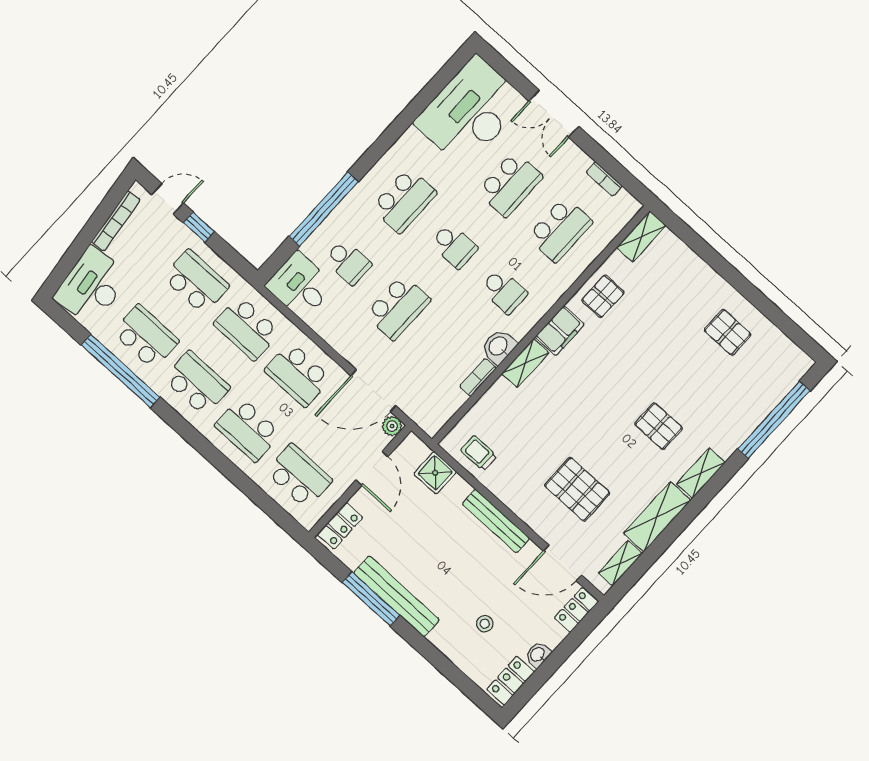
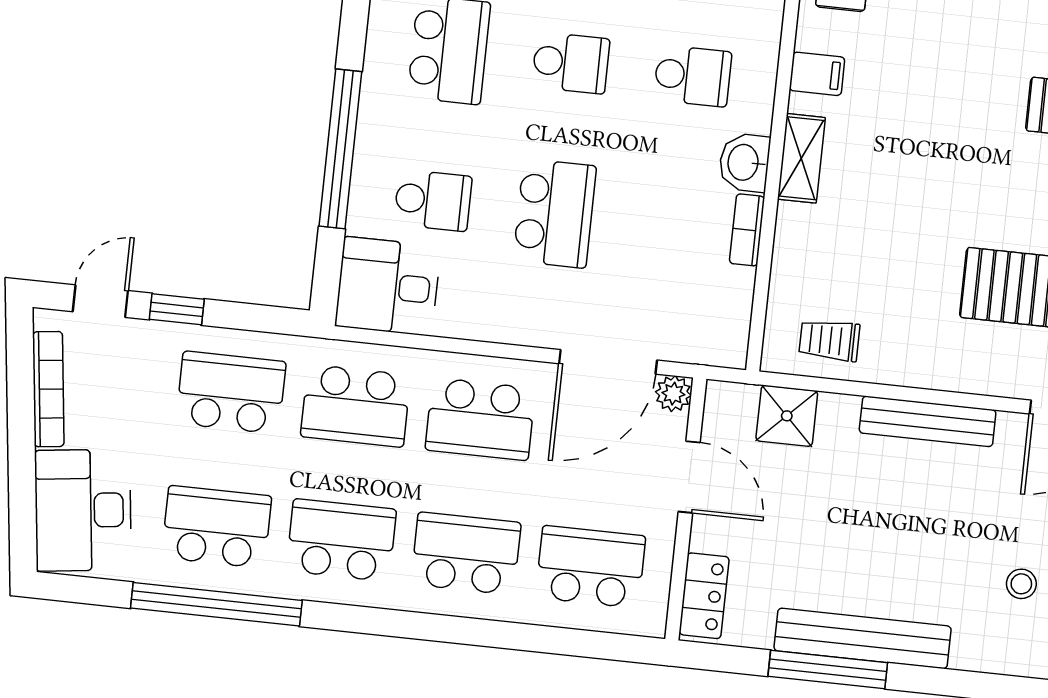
filing cabinet: (560, 331) -> (817, 74), width x0.50
school desk: (248, 430) -> (466, 553), turned 180

